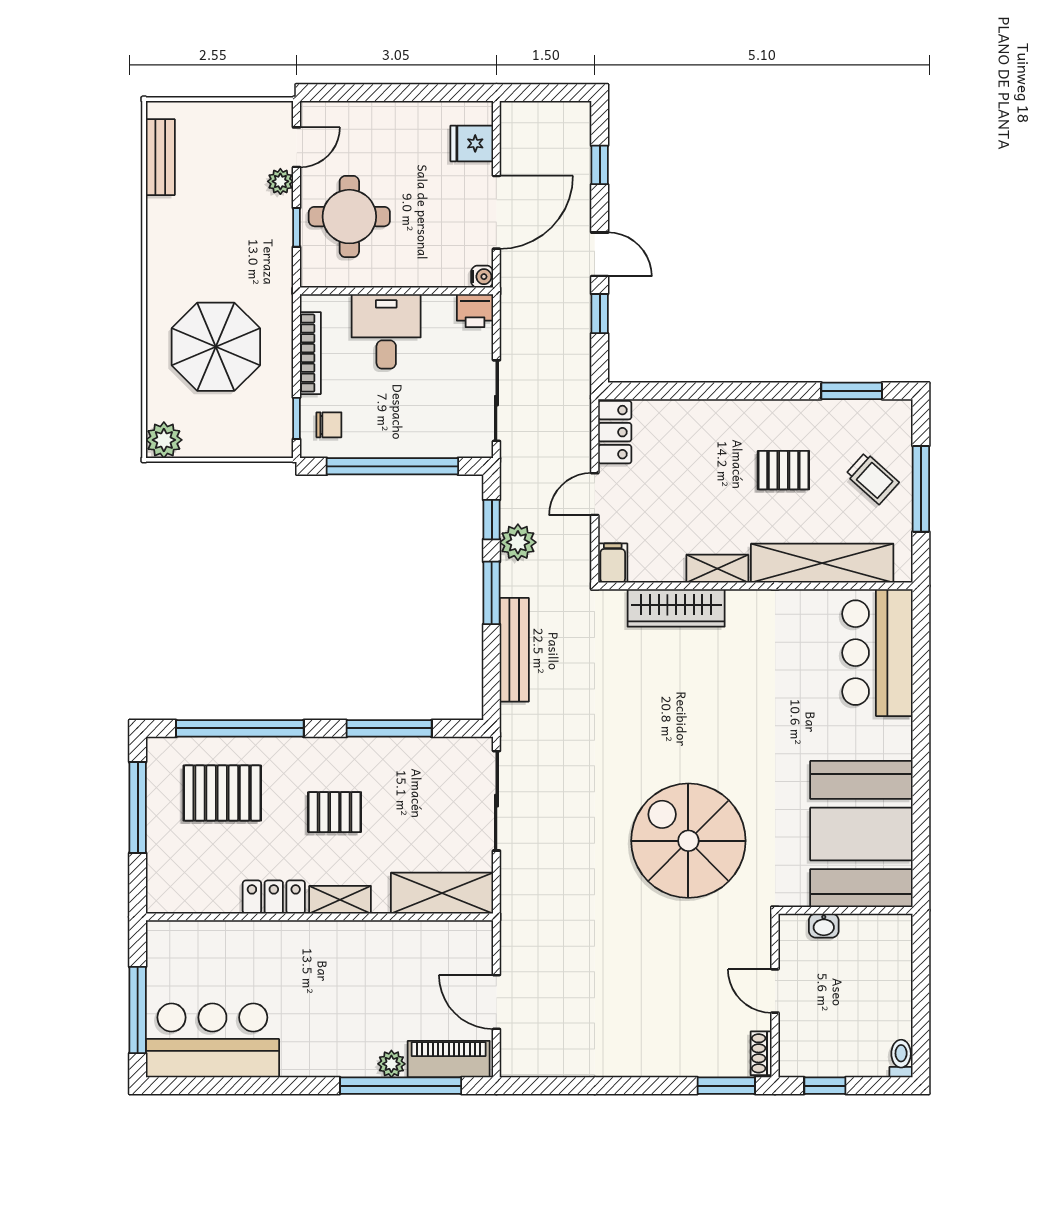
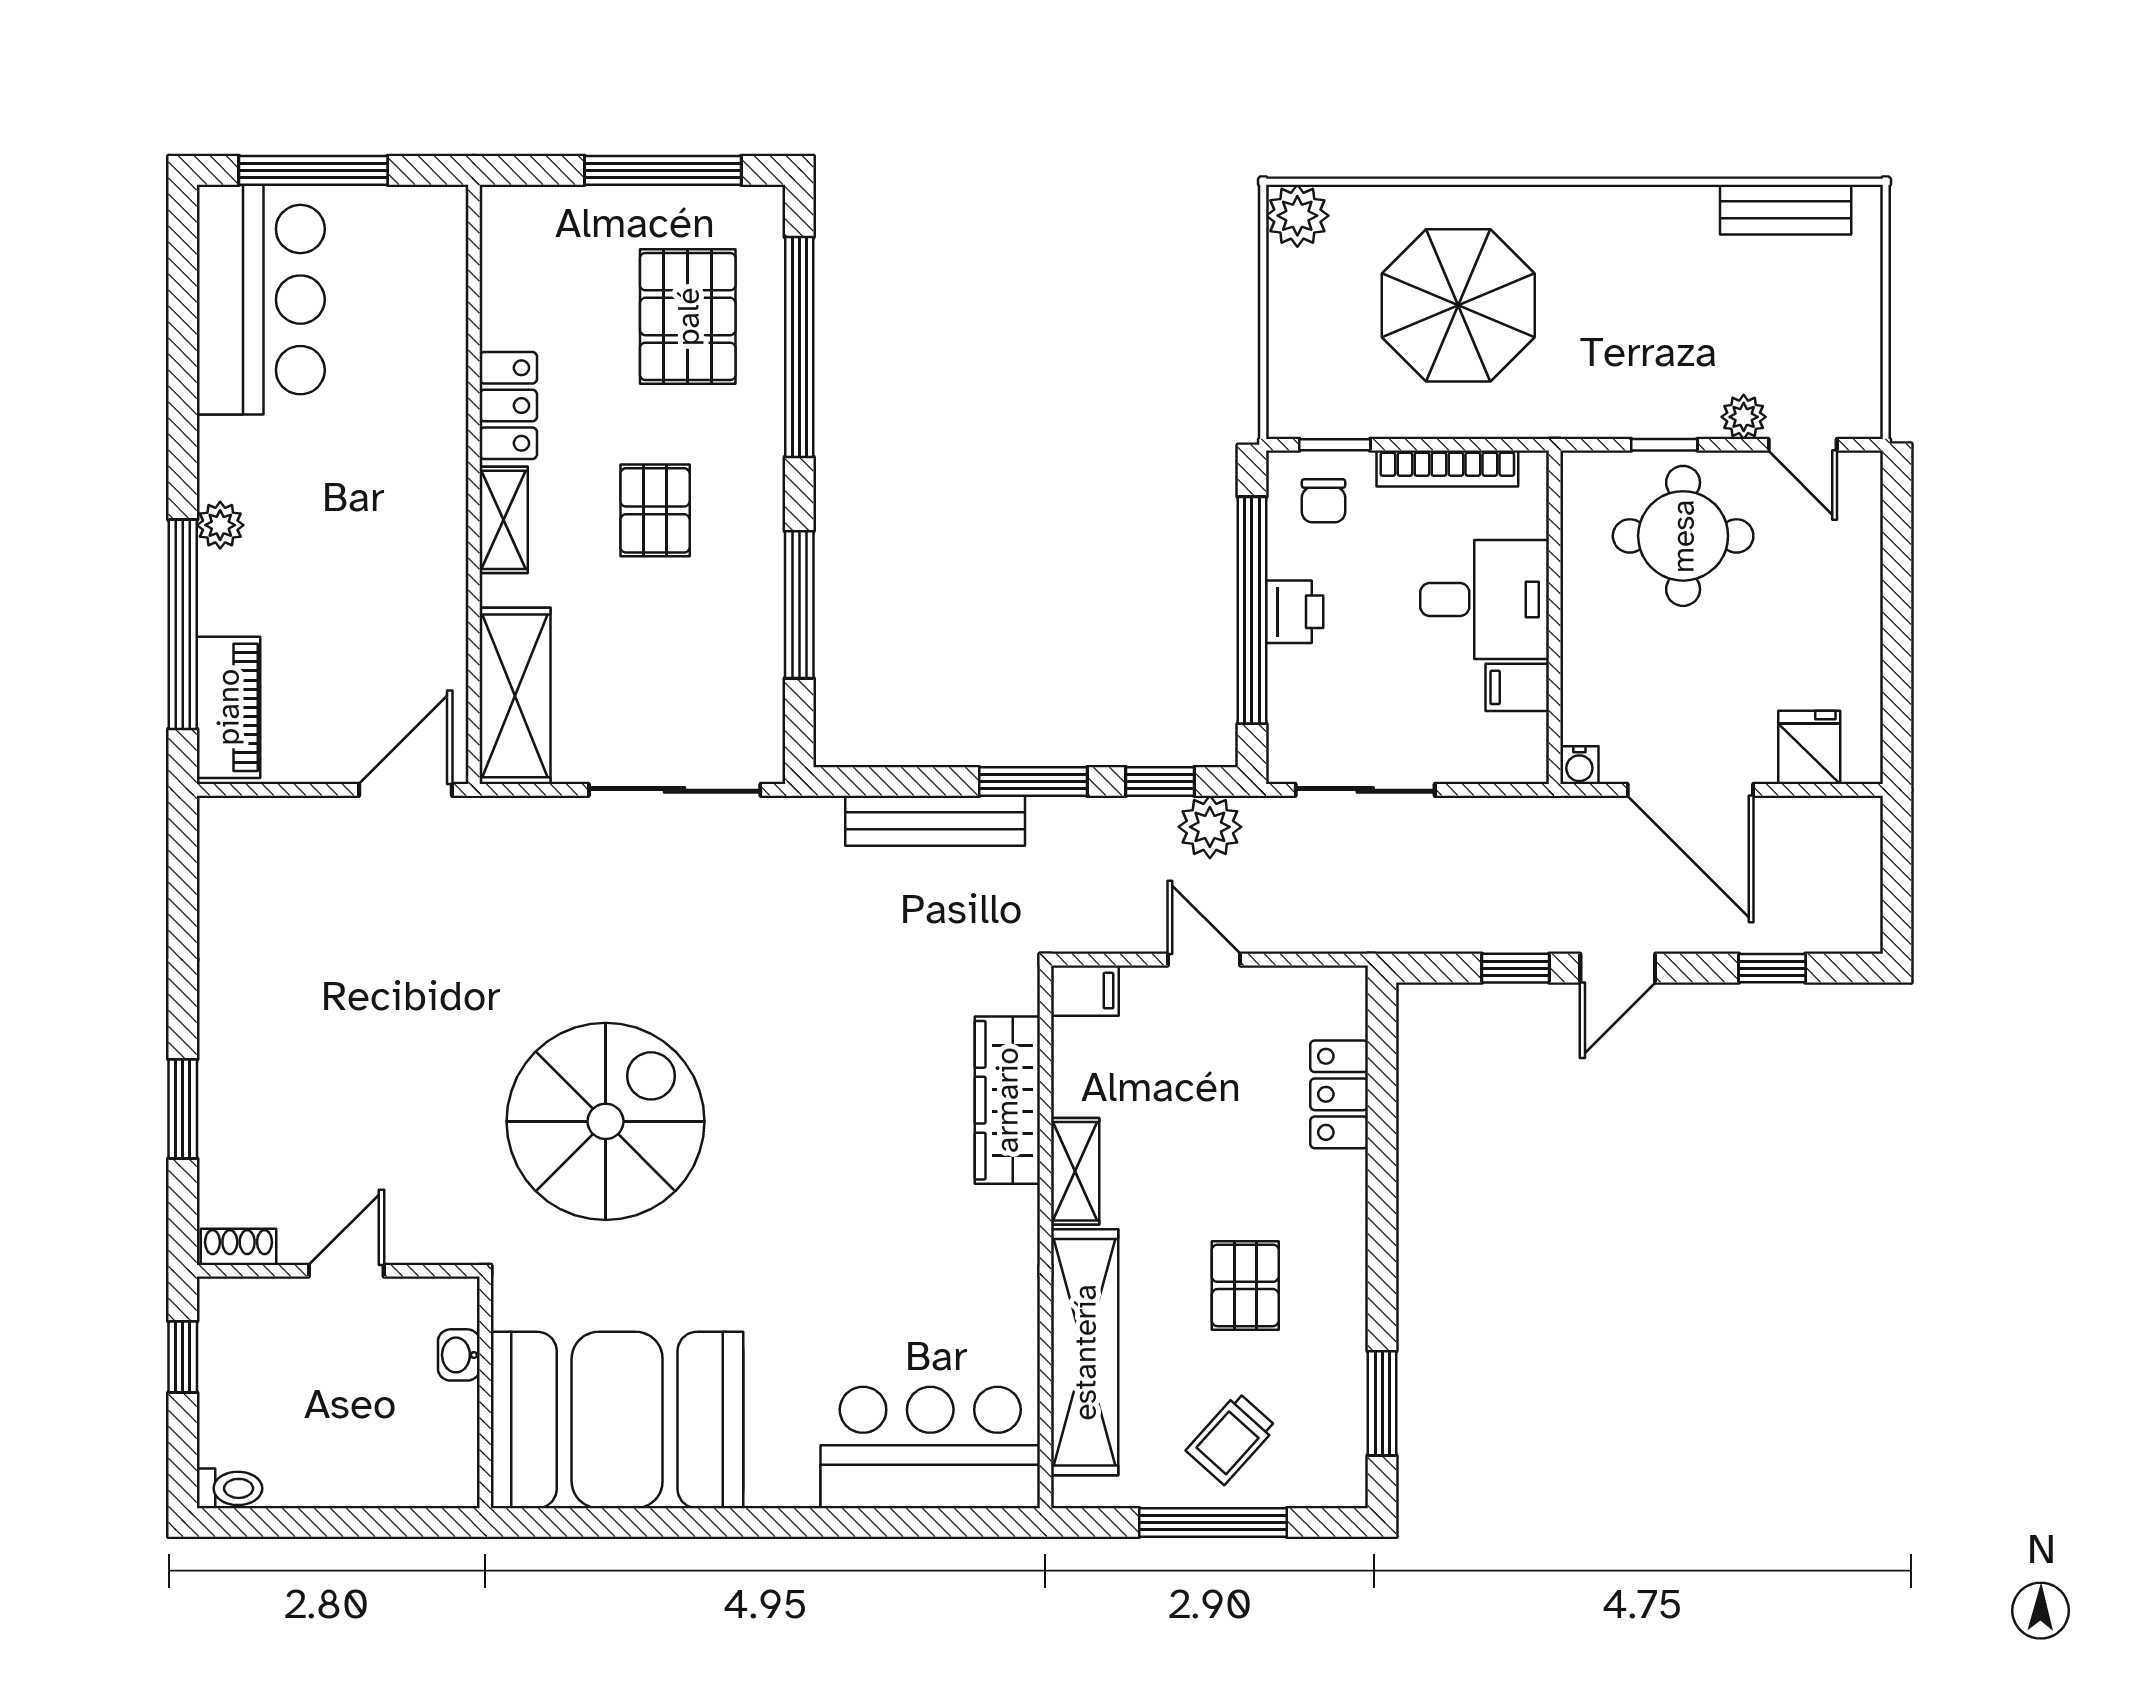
printer: (475, 311) -> (1295, 612), moved, turned 180
filing cabinet: (437, 313) -> (1517, 687), added
locker: (615, 432) -> (1339, 1094), moved, turned 90
plant: (518, 542) -> (1210, 827), moved
door: (496, 1002) -> (405, 790), moved
plant: (391, 1064) -> (220, 525), moved
window: (726, 1086) -> (183, 1109), moved

